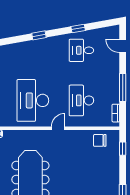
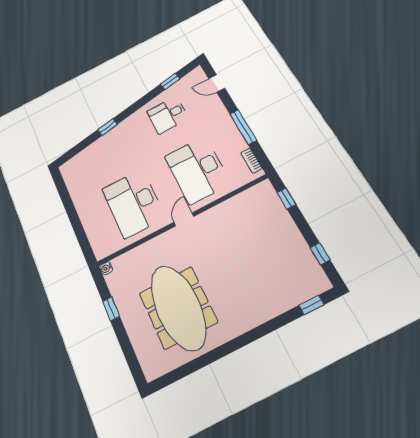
window: (78, 28) -> (170, 81), moved
desk: (81, 100) -> (197, 170), width x1.36, depth x1.30
chair: (100, 140) -> (249, 205), removed

